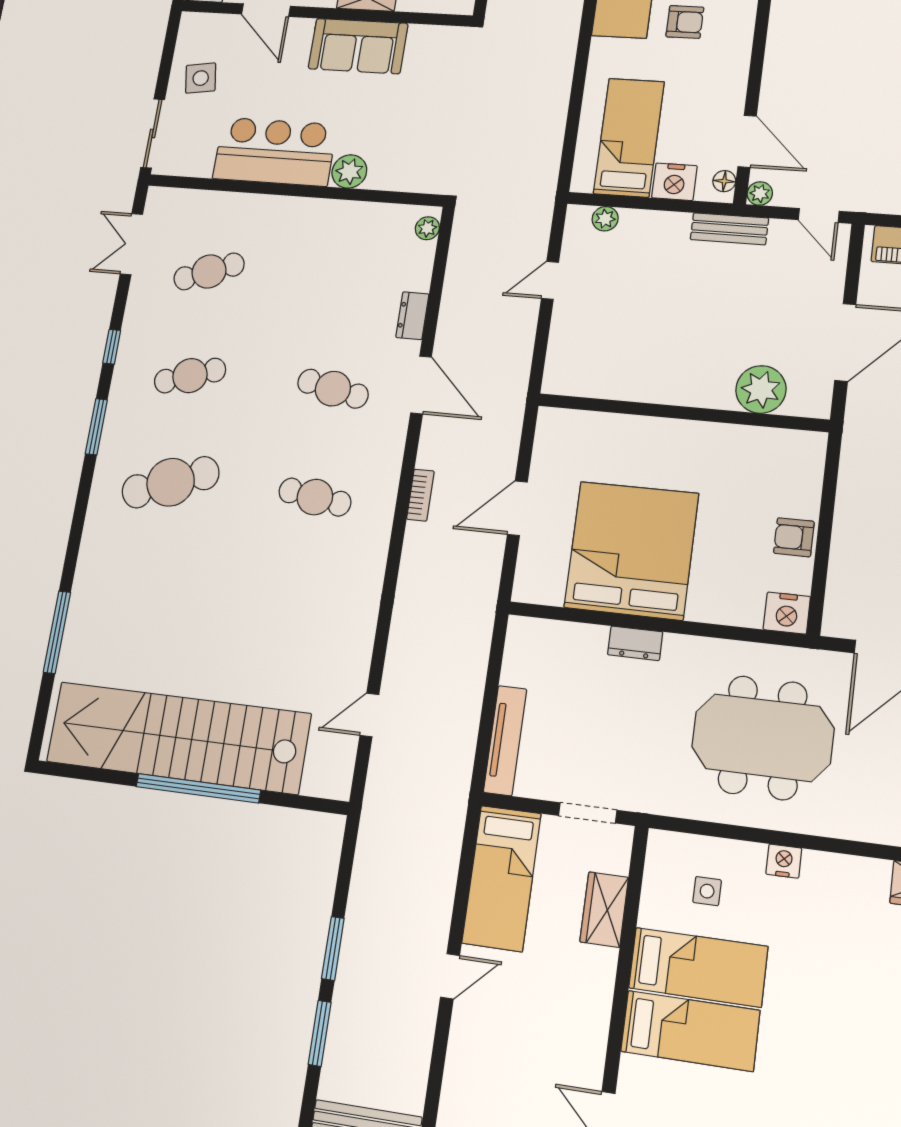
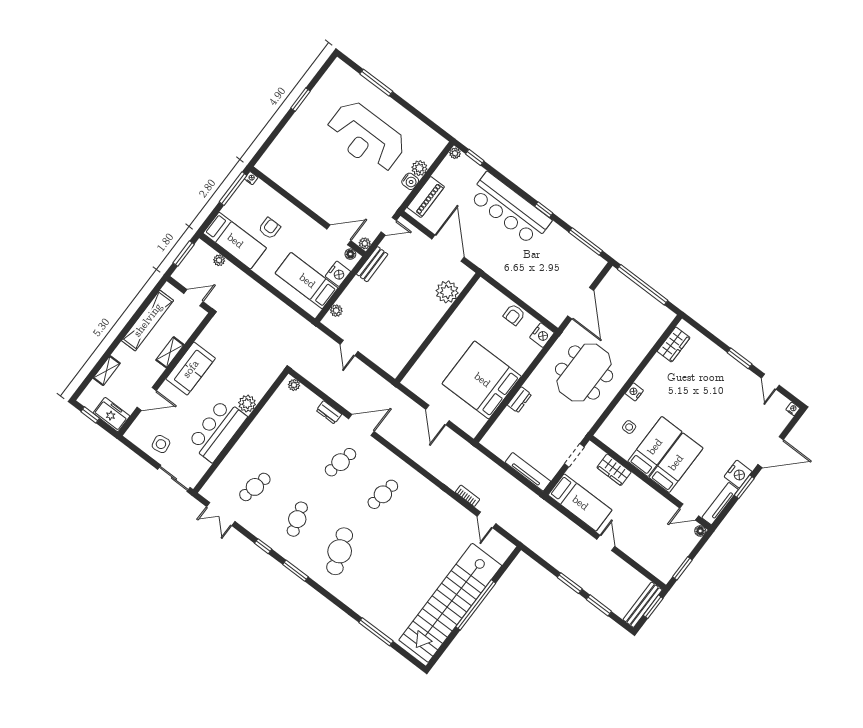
cafe table: (209, 271) -> (255, 487), turned 33
bookcase: (420, 495) -> (468, 496), moved

